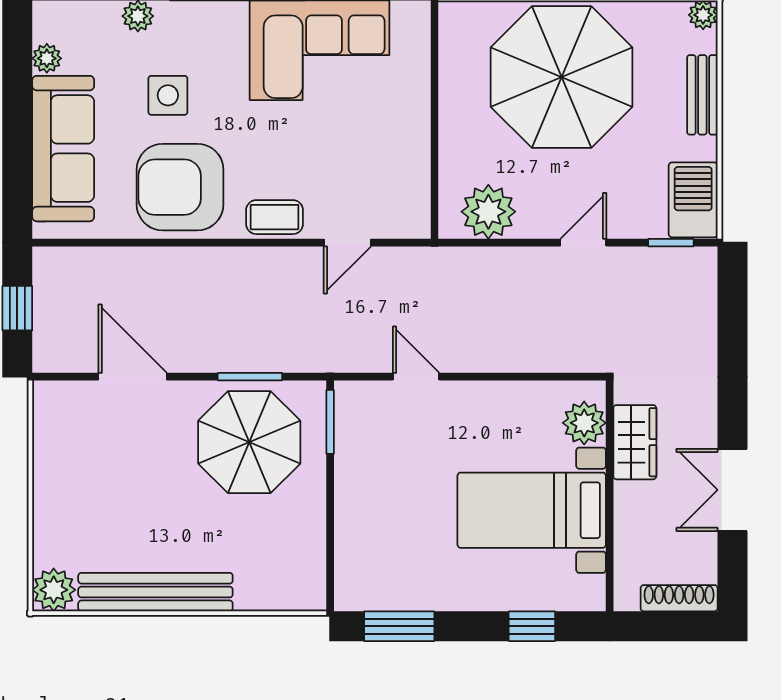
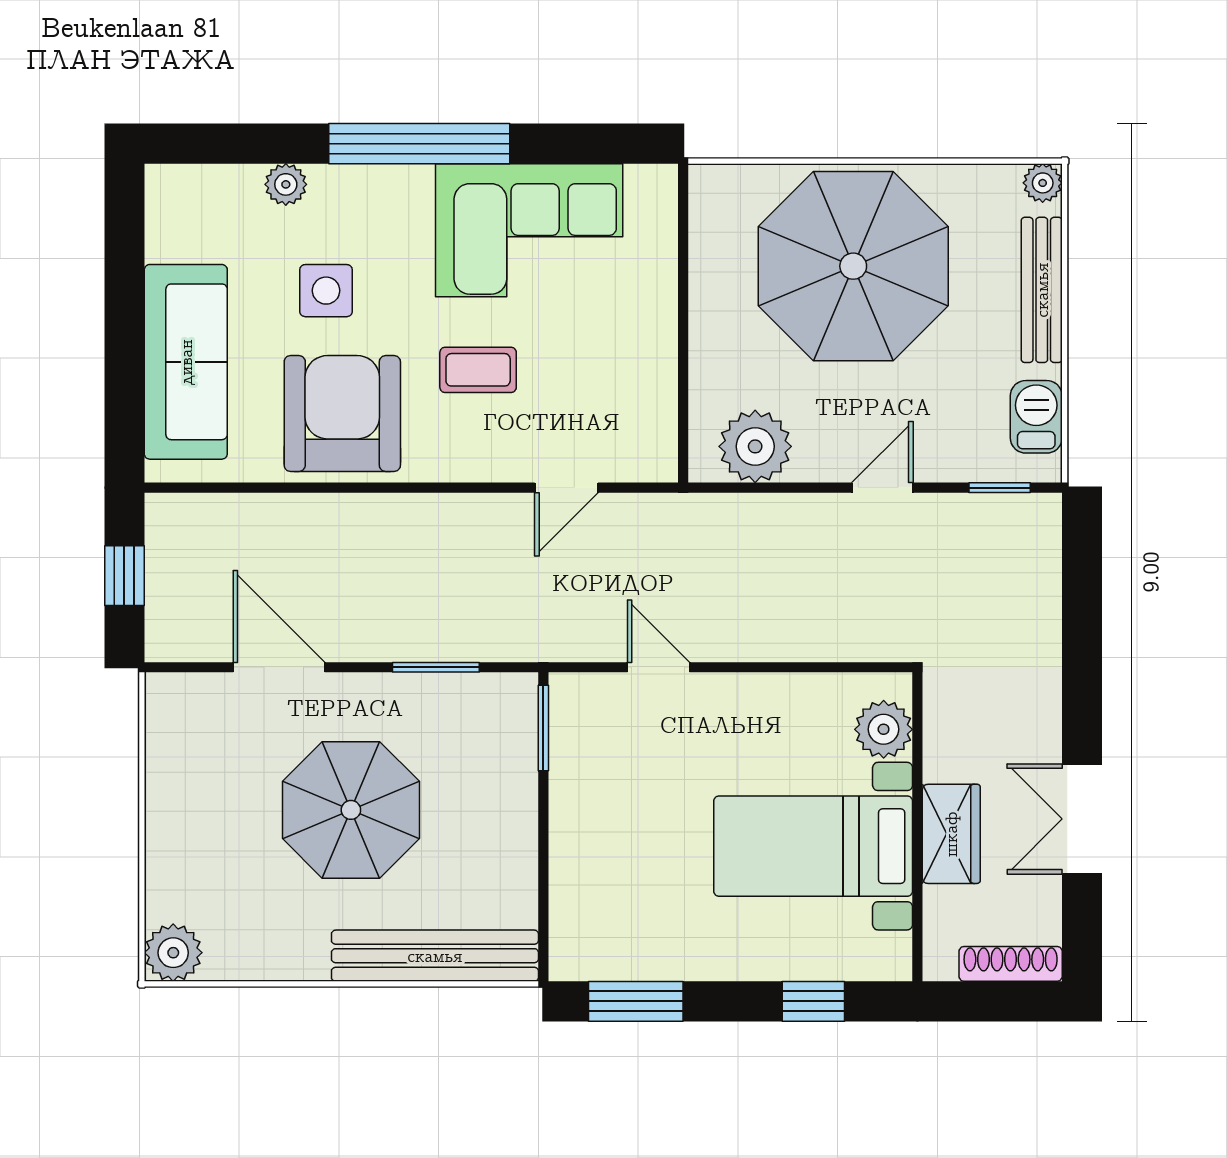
plant: (47, 58) -> (164, 241), removed
bench: (702, 95) -> (1042, 290), width x1.36
armchair: (180, 187) -> (342, 413), turned 90
barbecue: (693, 200) -> (1036, 417), width x0.73, depth x0.79
coffee table: (275, 217) -> (478, 370), moved
parasol: (249, 442) -> (351, 810), moved
wardrobe: (635, 442) -> (951, 834), moved
bench: (155, 592) -> (435, 956), moved

